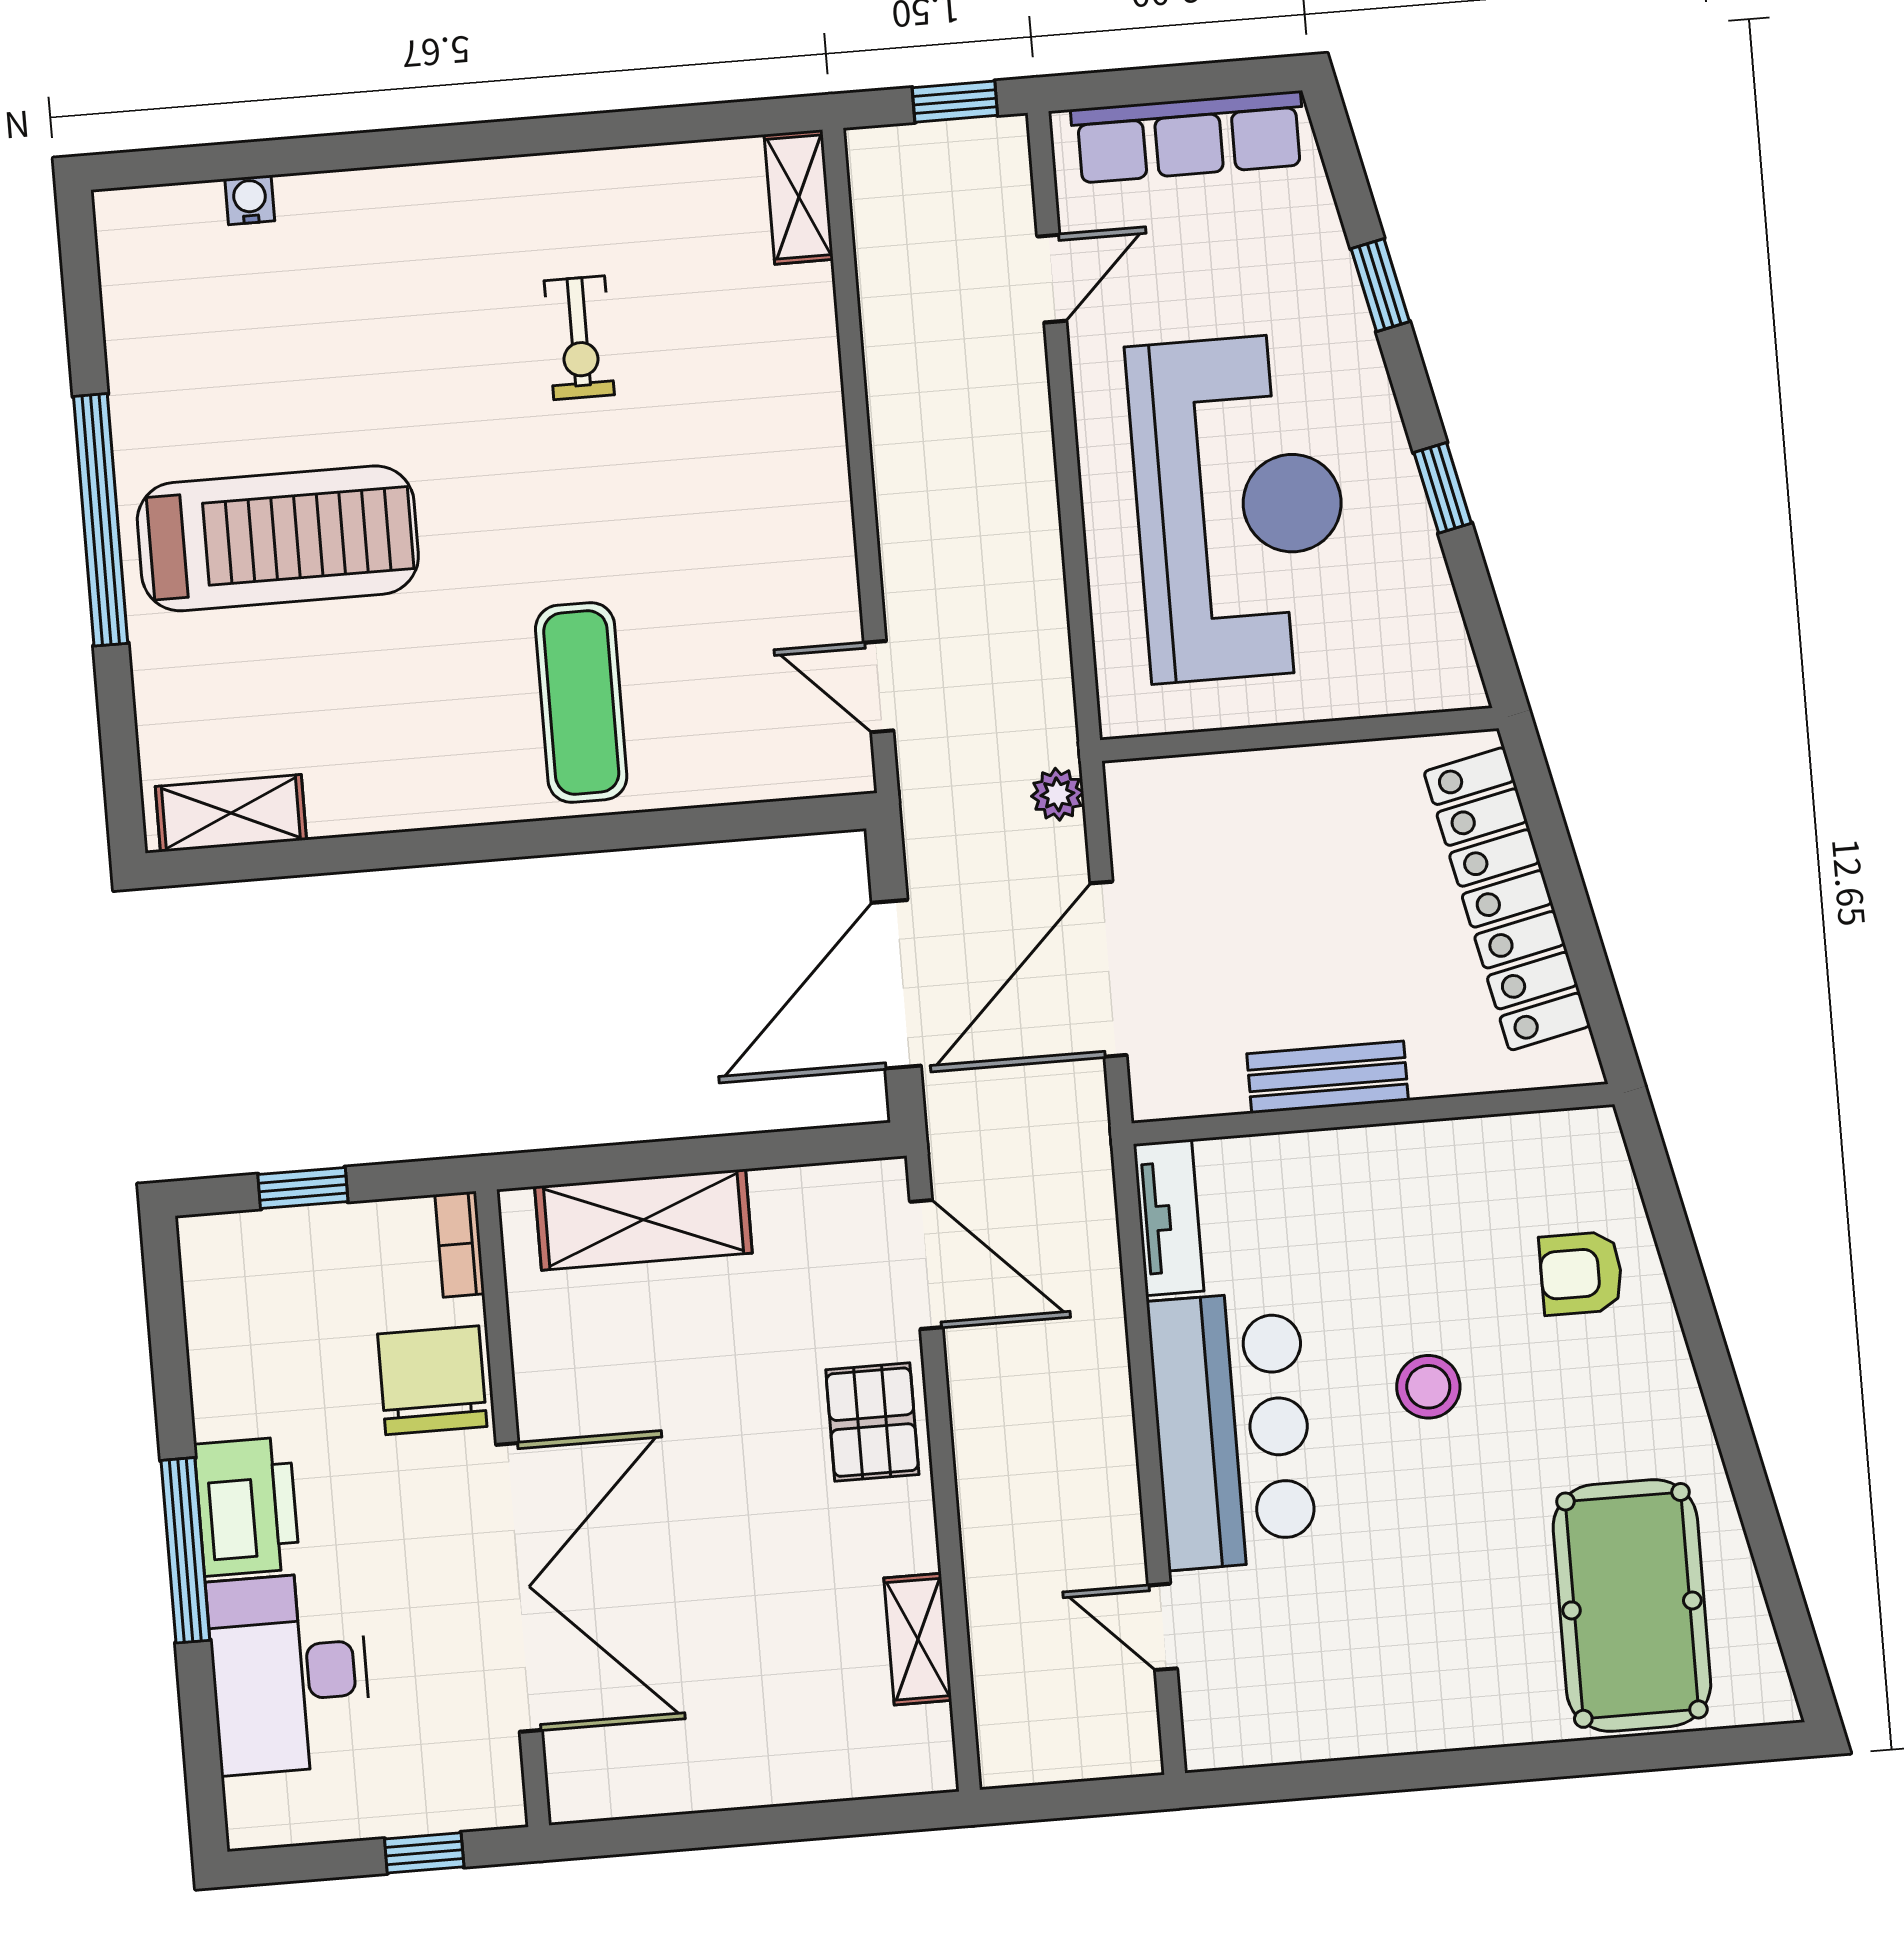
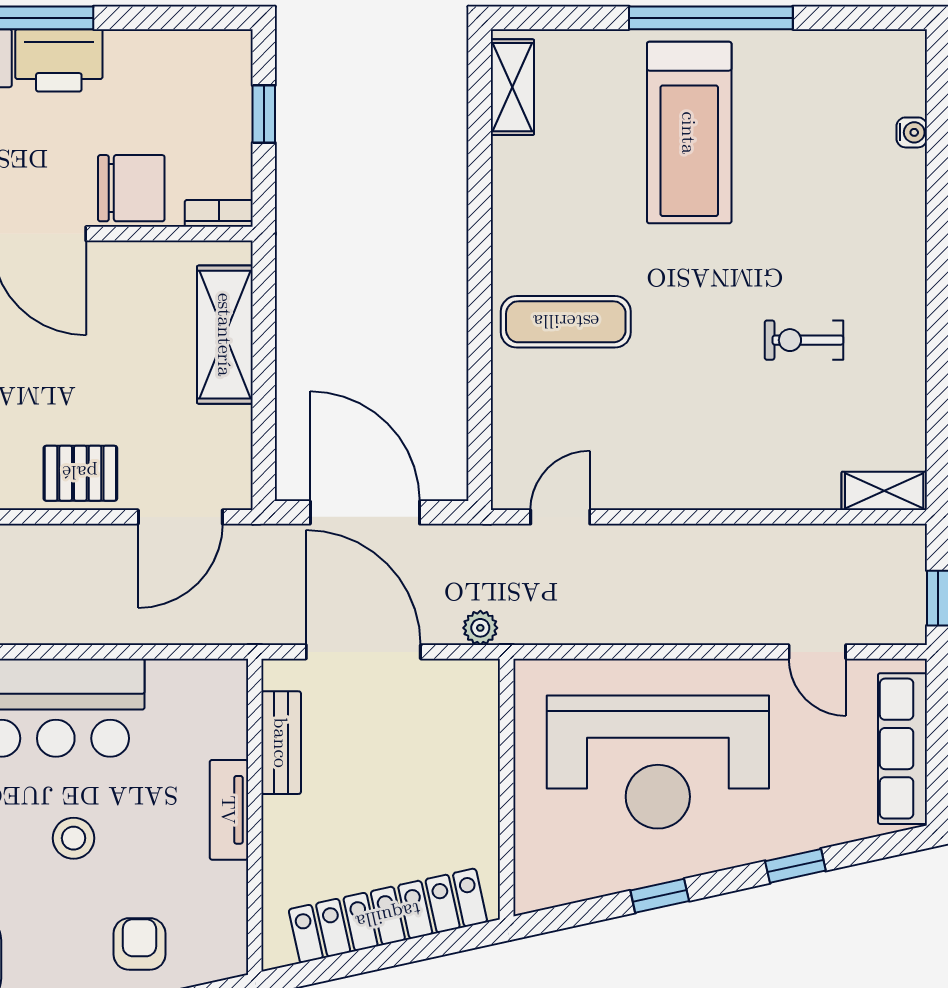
bench: (1328, 1077) -> (281, 743), moved
tv unit: (1168, 1218) -> (229, 810), moved, turned 90

